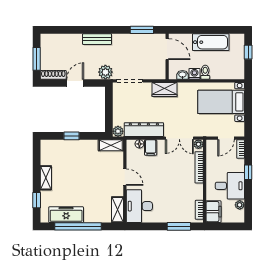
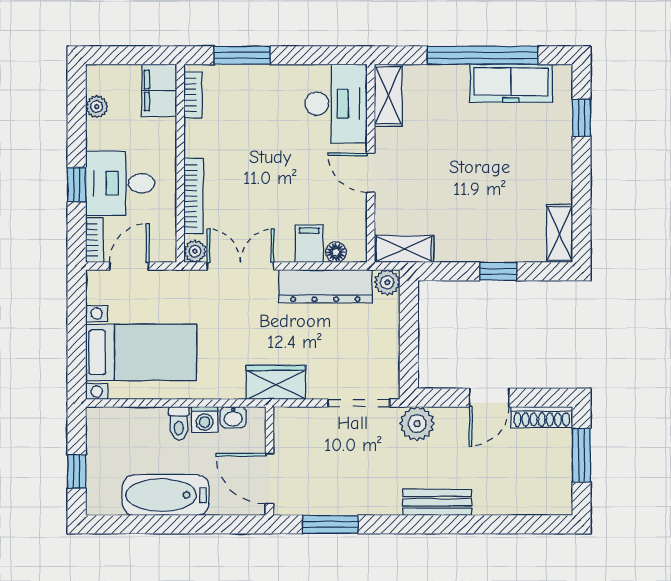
shelving: (46, 178) -> (559, 233), moved
desk: (230, 186) -> (120, 183), moved

